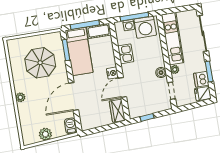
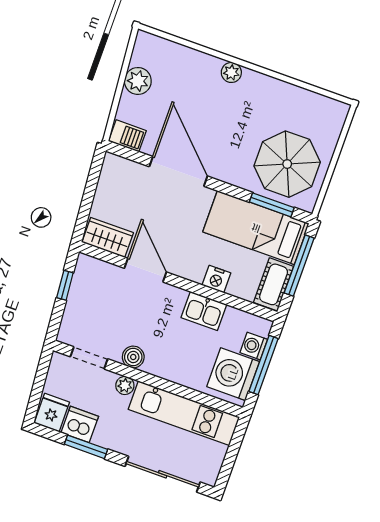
parasol: (40, 63) -> (287, 164), moved
nightstand: (112, 73) -> (216, 279), moved

